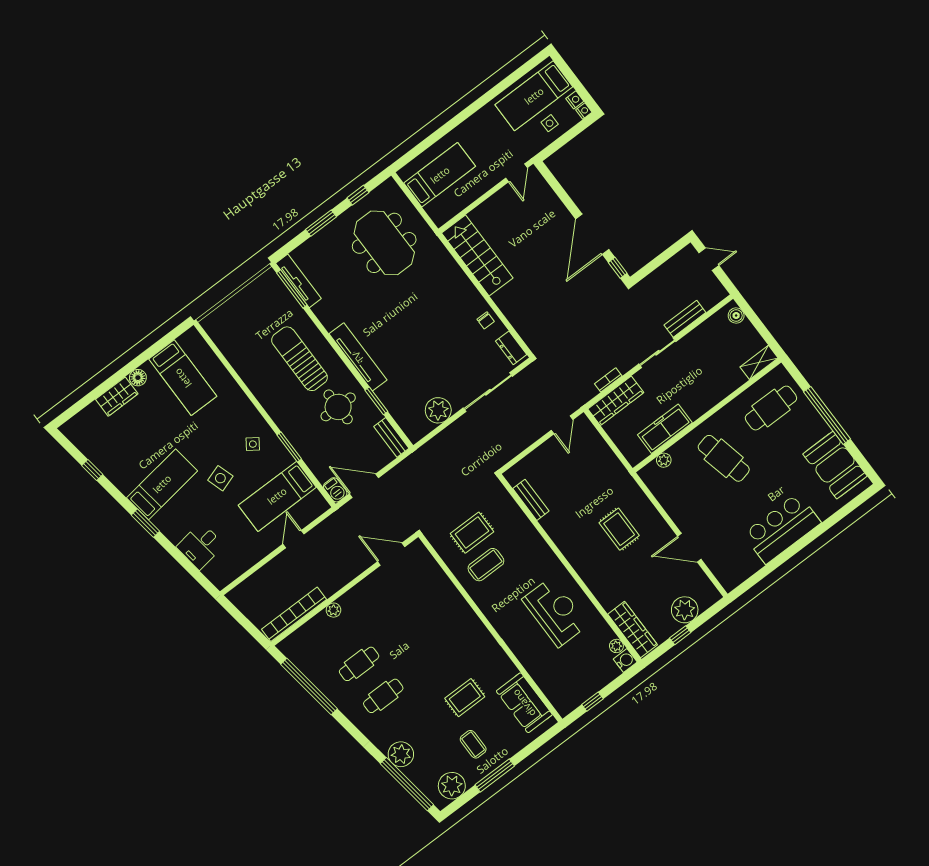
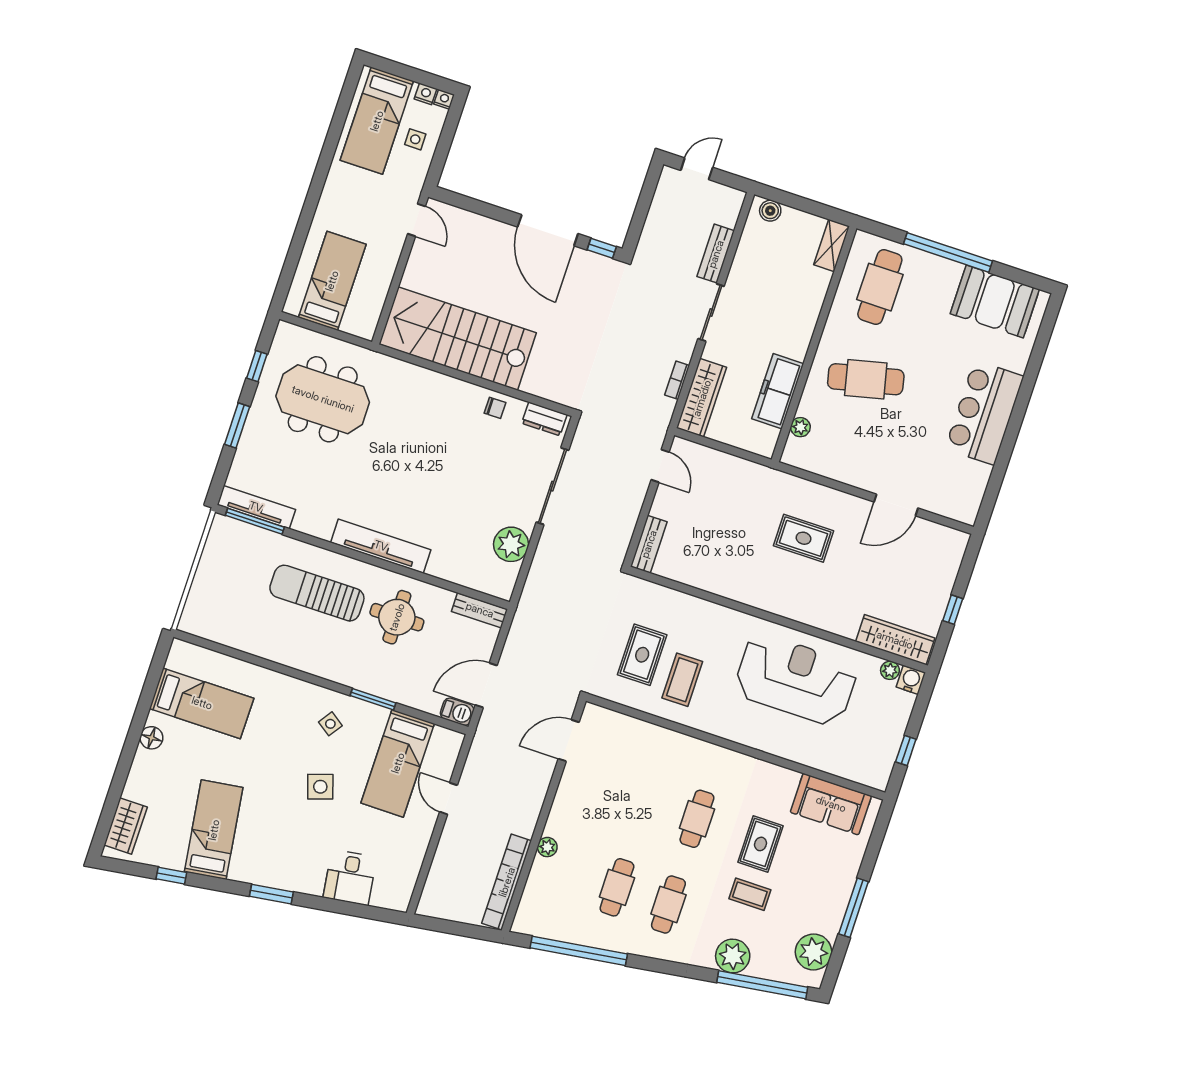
stairs: (477, 256) -> (458, 339), width x1.36, depth x1.51
wardrobe: (117, 397) -> (126, 826), moved
window: (376, 401) -> (435, 581), removed
bed: (162, 484) -> (214, 830), moved
bench: (531, 500) -> (649, 544), moved, turned 90
plant: (685, 610) -> (938, 578), removed
reception desk: (555, 612) -> (796, 679), width x1.36, depth x1.30
cafe table: (437, 656) -> (697, 819), added
coffee table: (473, 744) -> (750, 894), moved

